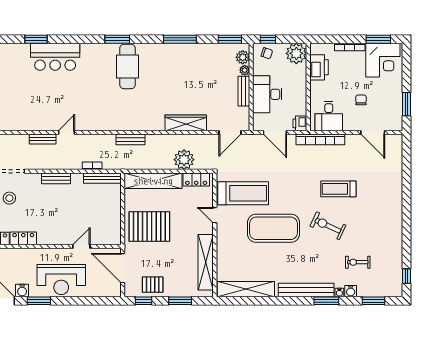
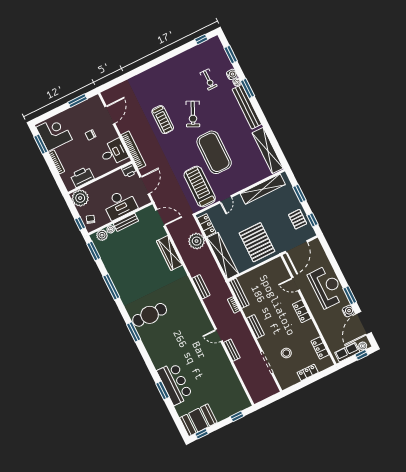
bar counter: (55, 57) -> (175, 384), moved
locker: (23, 238) -> (302, 311), moved

